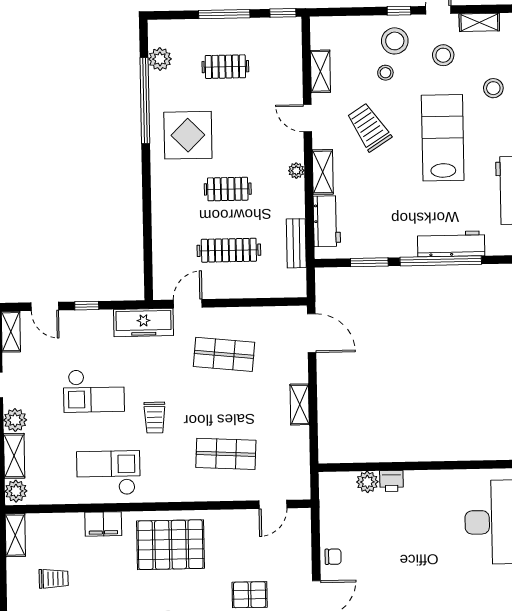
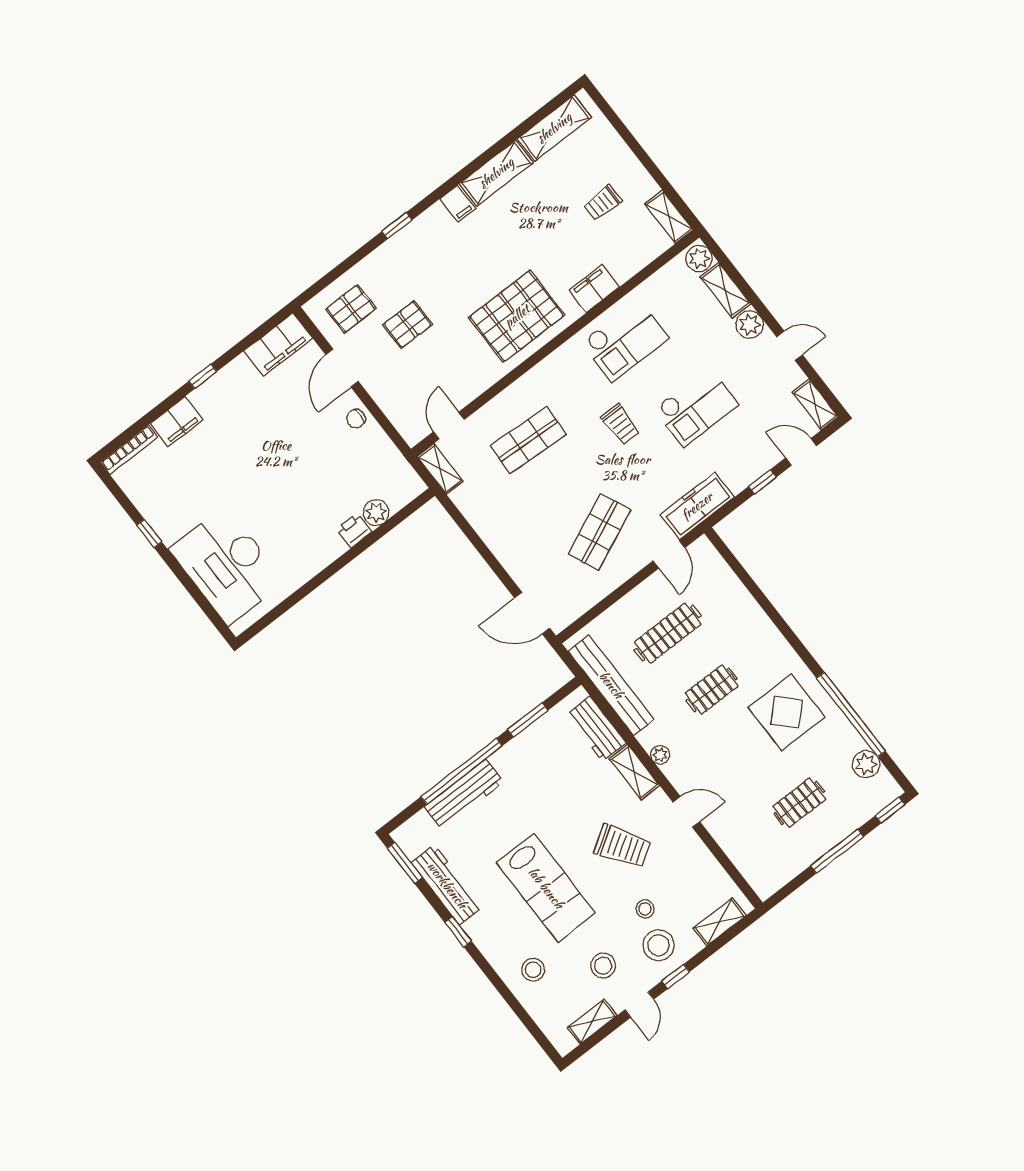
window: (283, 13) -> (890, 810), moved
shelving: (320, 71) -> (720, 922), moved, turned 90
bench: (296, 243) -> (611, 685), width x1.86, depth x1.21
shop shelf: (224, 354) -> (599, 532), turned -30
checkout: (94, 391) -> (696, 407), turned 180
shelving: (300, 404) -> (440, 469), moved
trolley: (155, 418) -> (620, 424), turned 180

